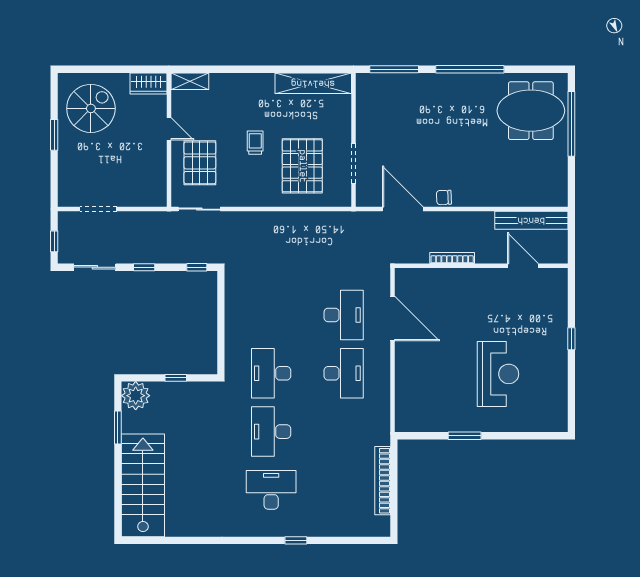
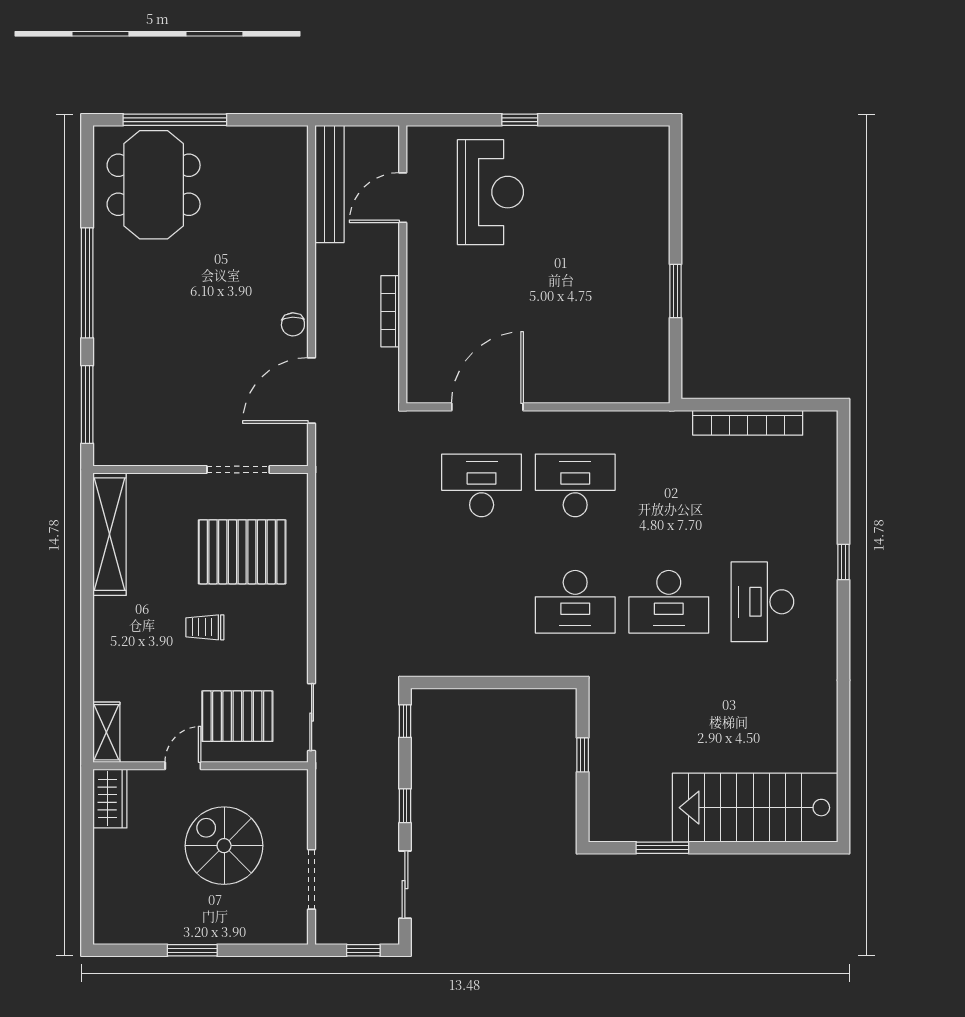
spiral stairs: (91, 108) -> (224, 846), moved
reception desk: (498, 374) -> (490, 192), moved, turned 90
plant: (136, 396) -> (611, 819), removed

